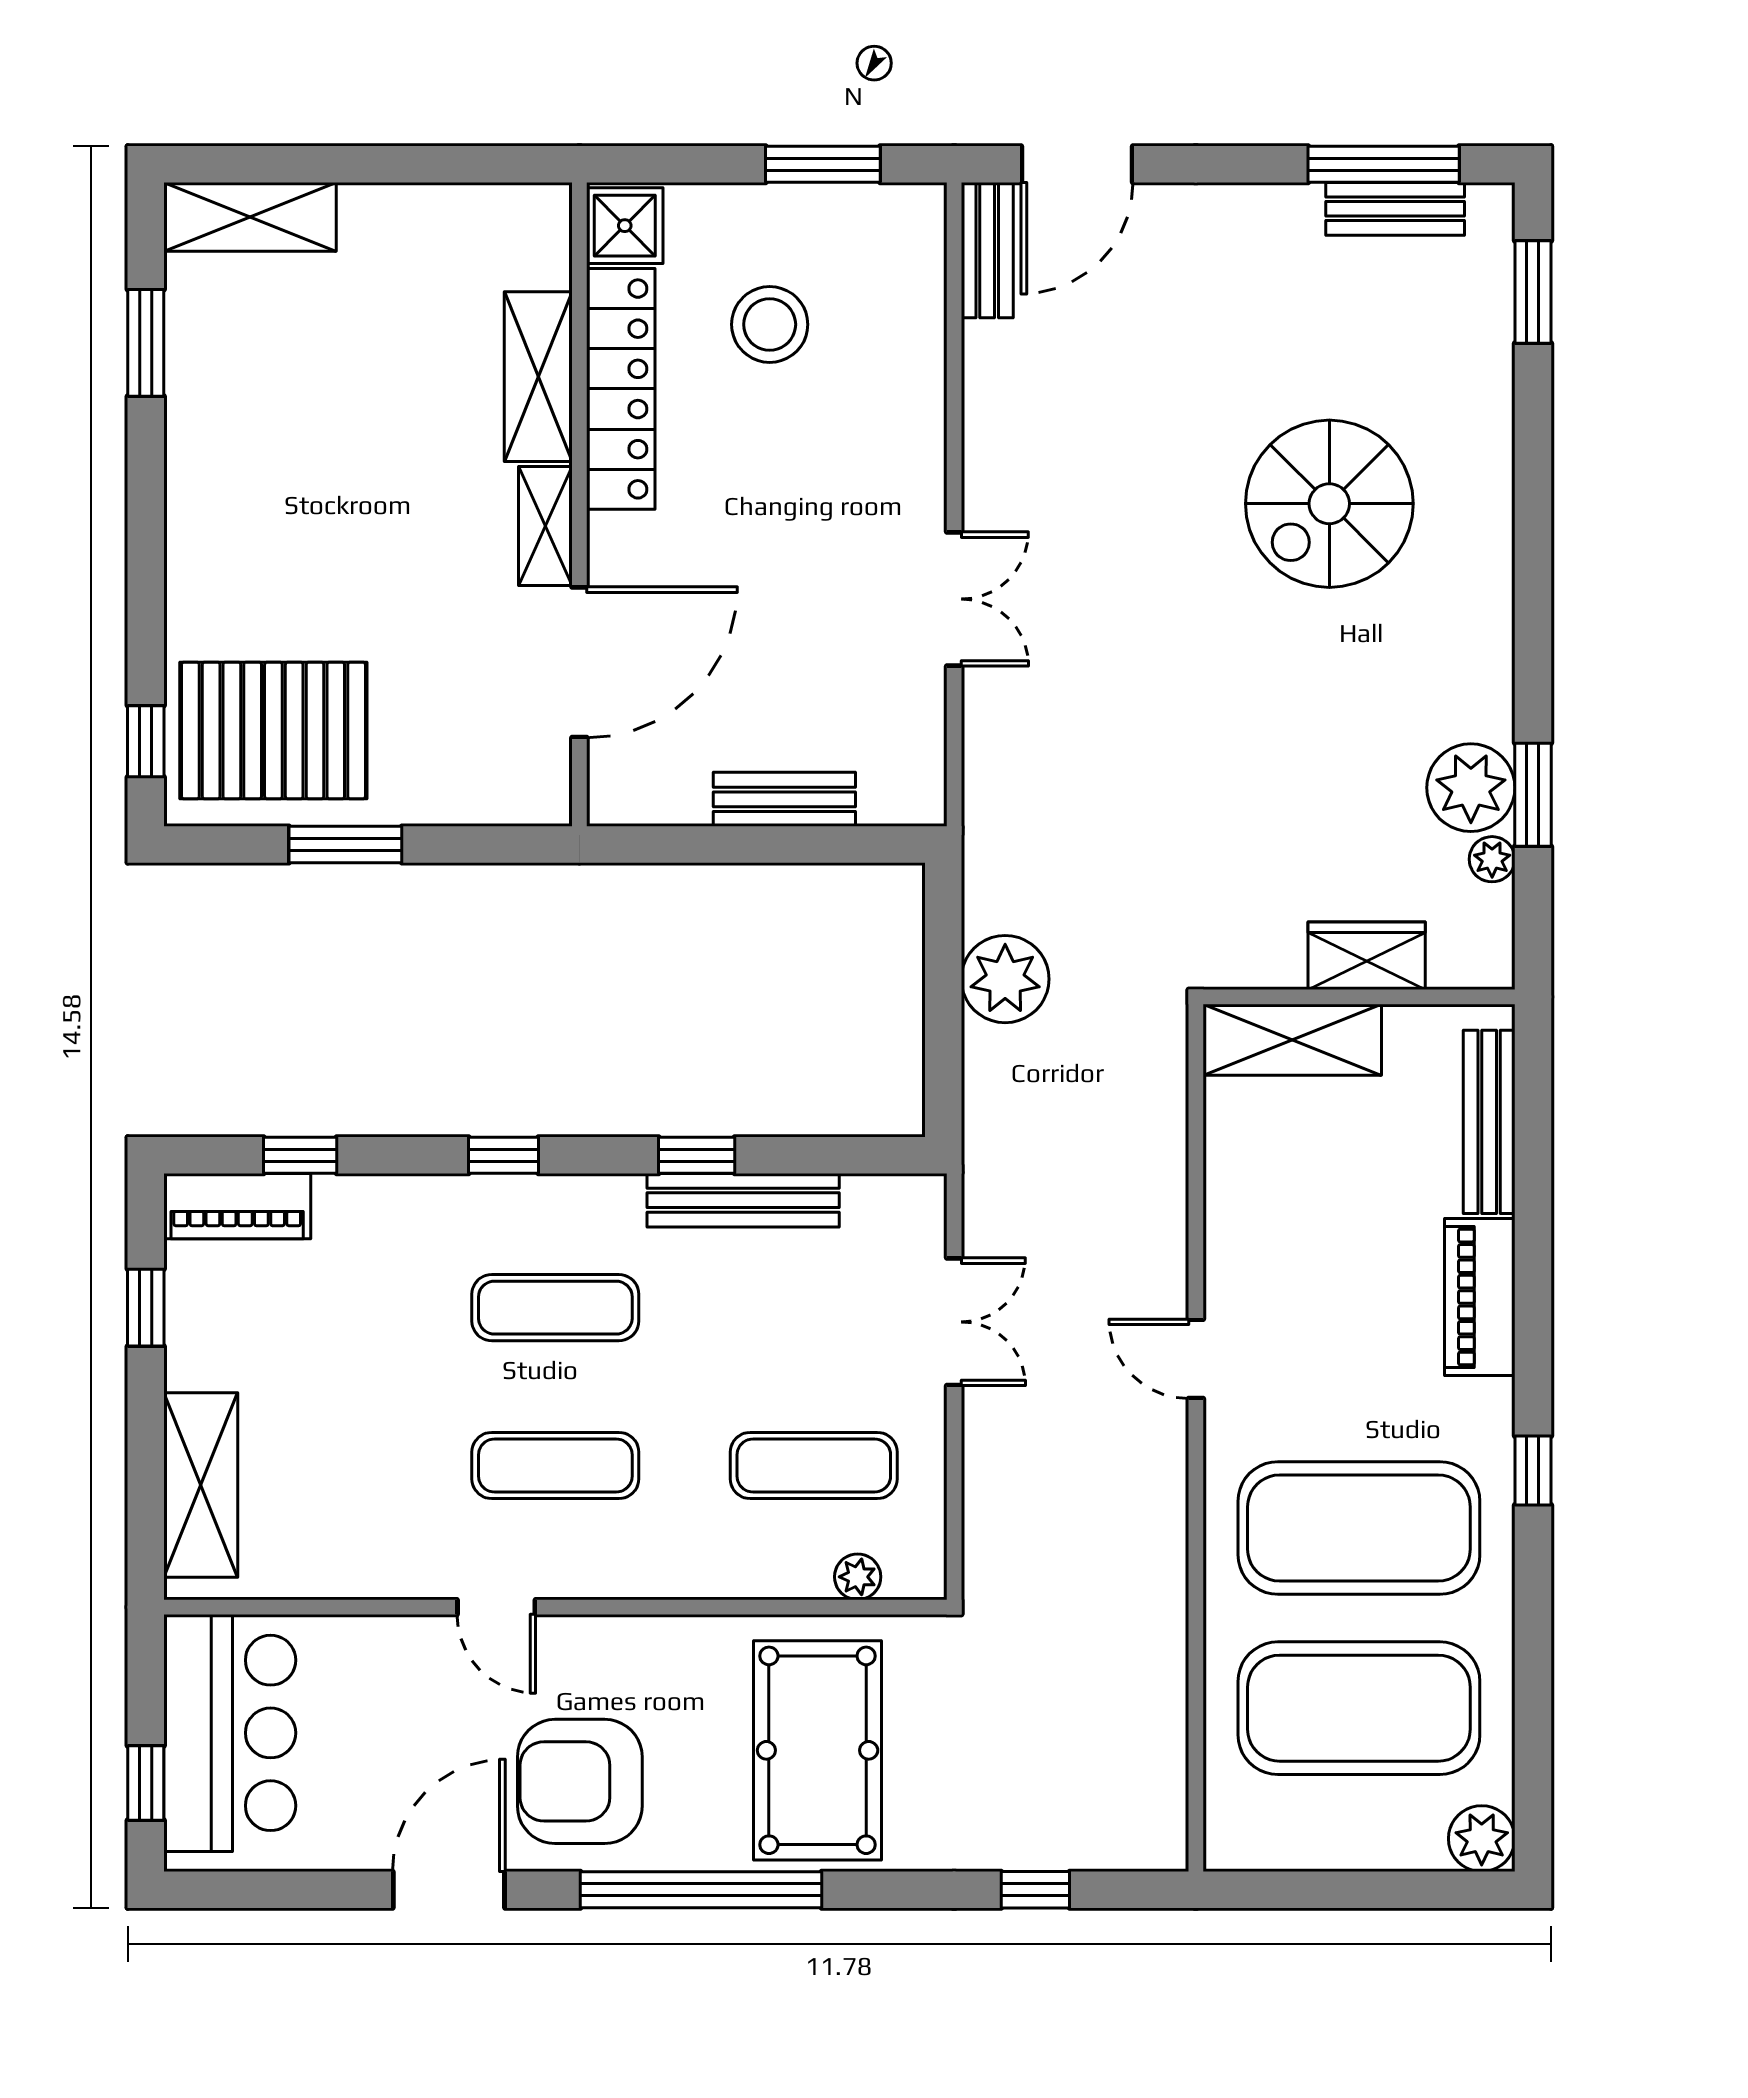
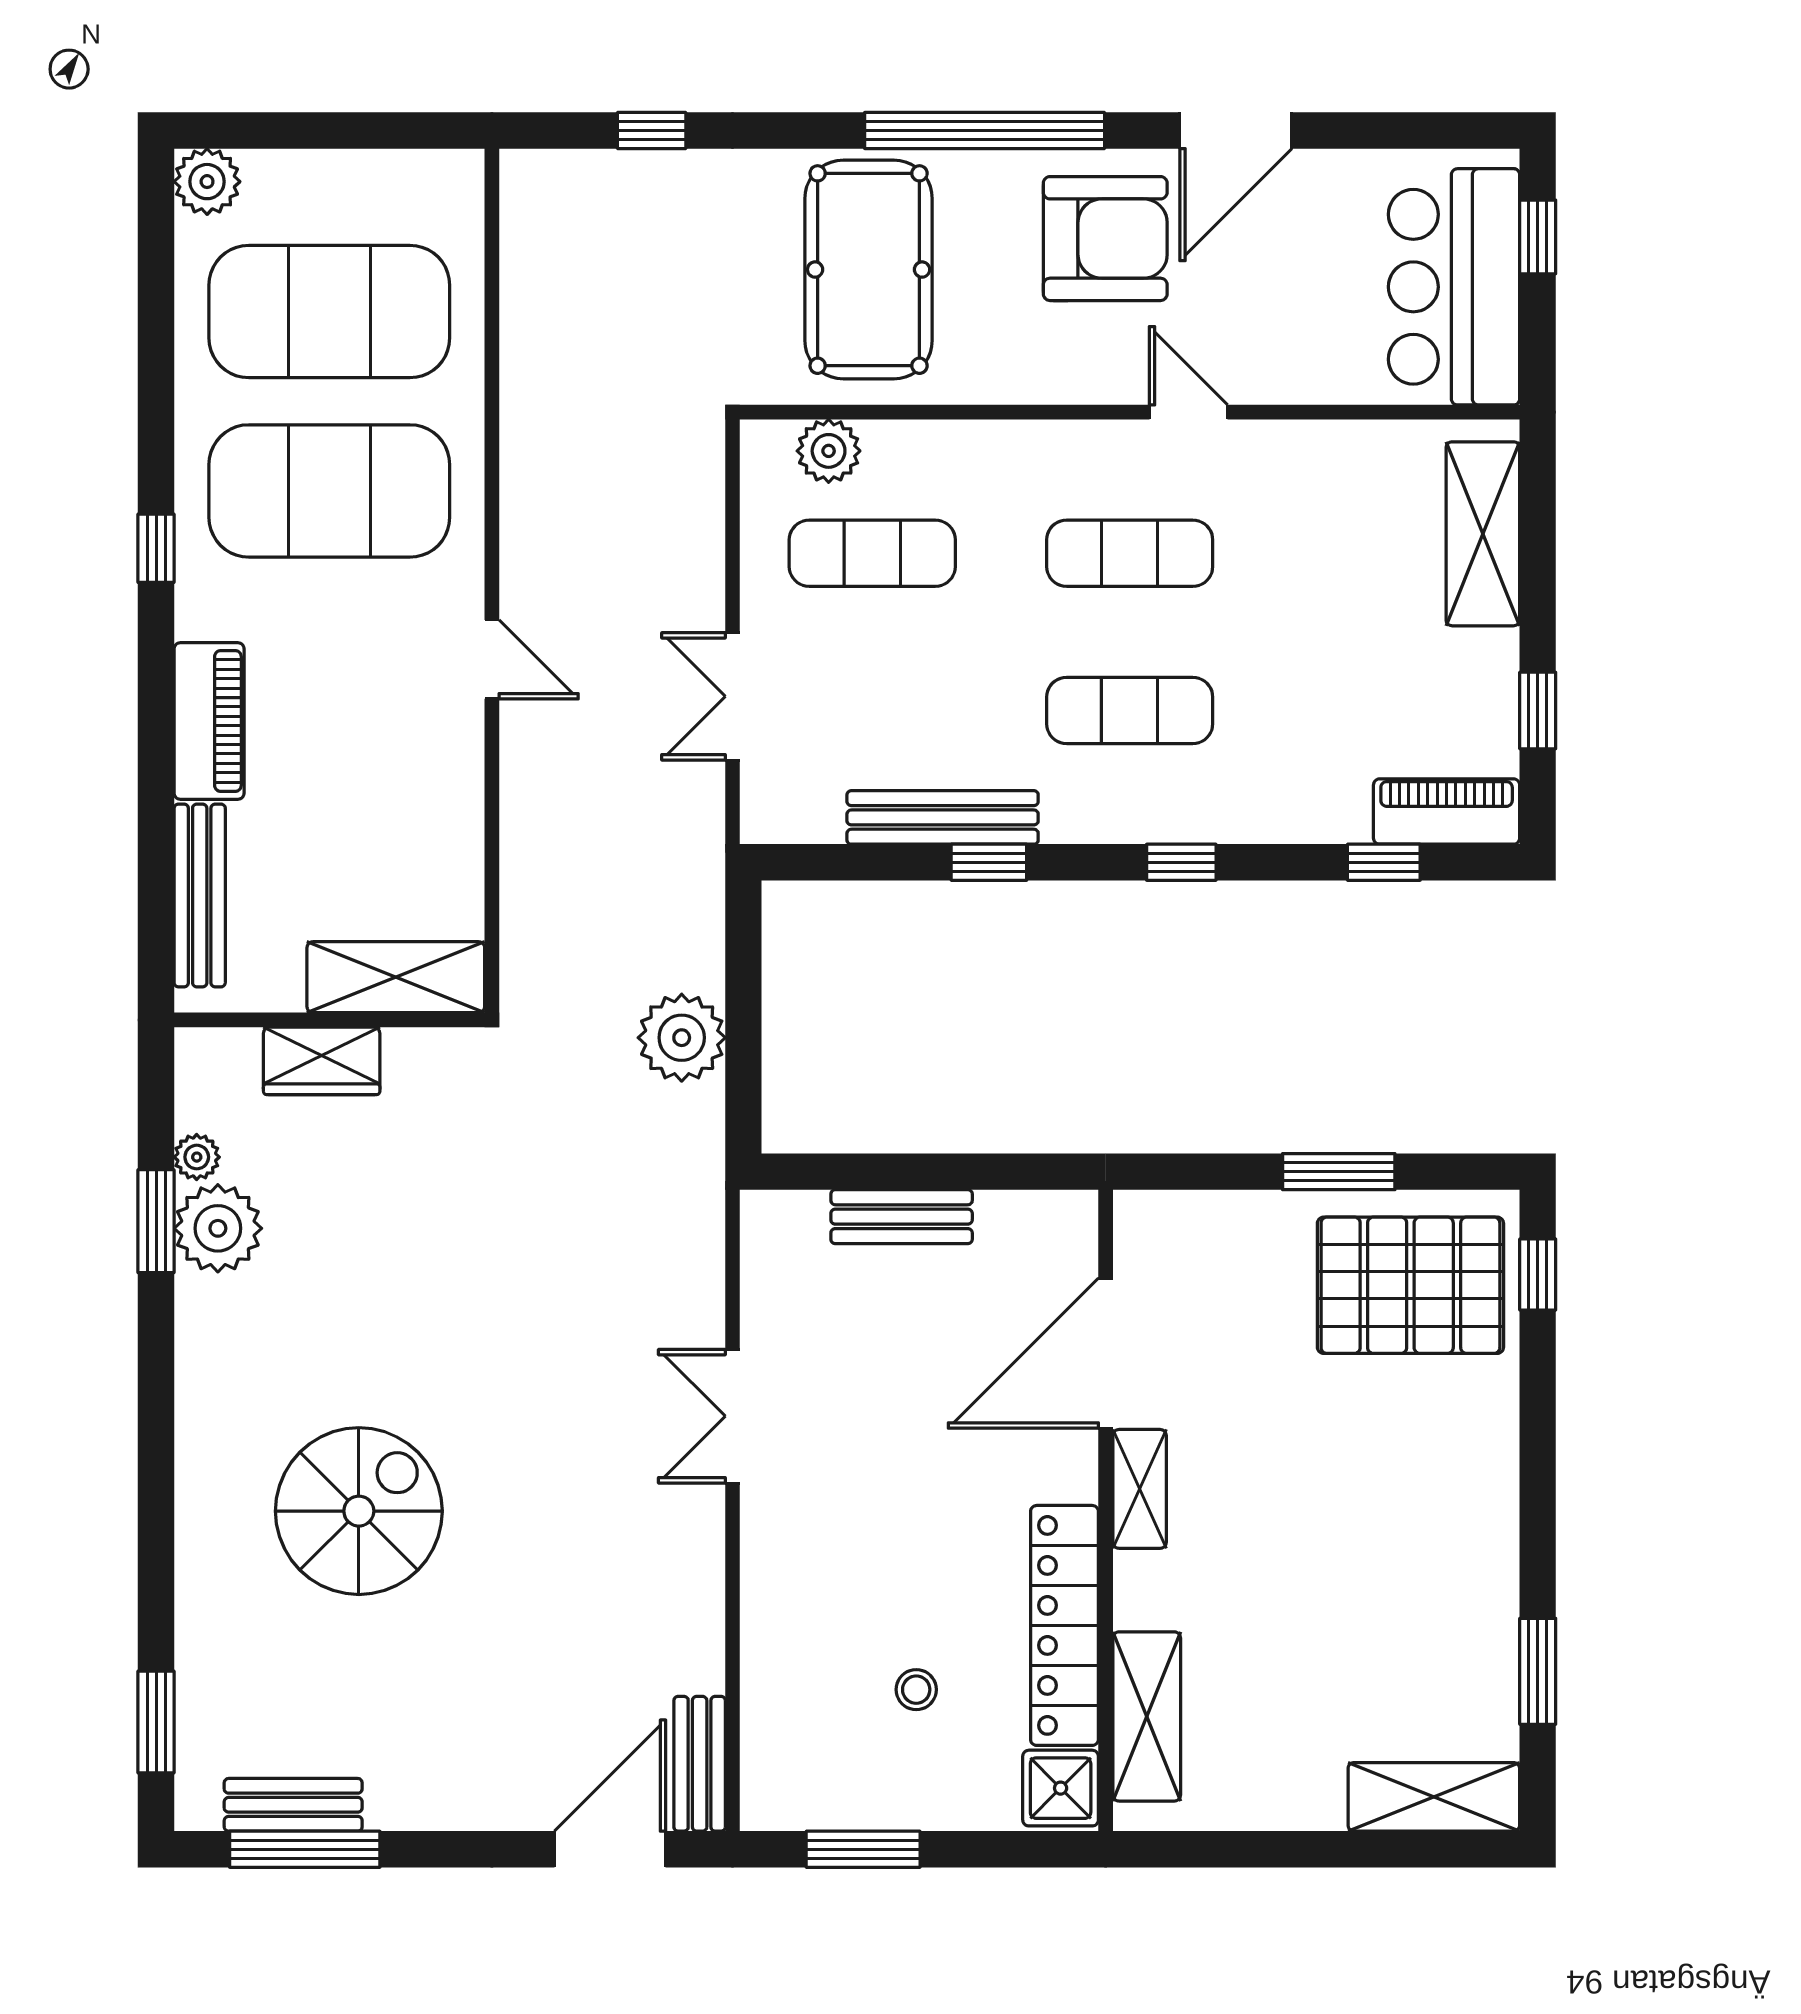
stool: (770, 324) -> (916, 1690), width x0.53, depth x0.53
shelving: (538, 377) -> (1147, 1716), moved
plant: (858, 1577) -> (829, 451), width x1.38, depth x1.38

